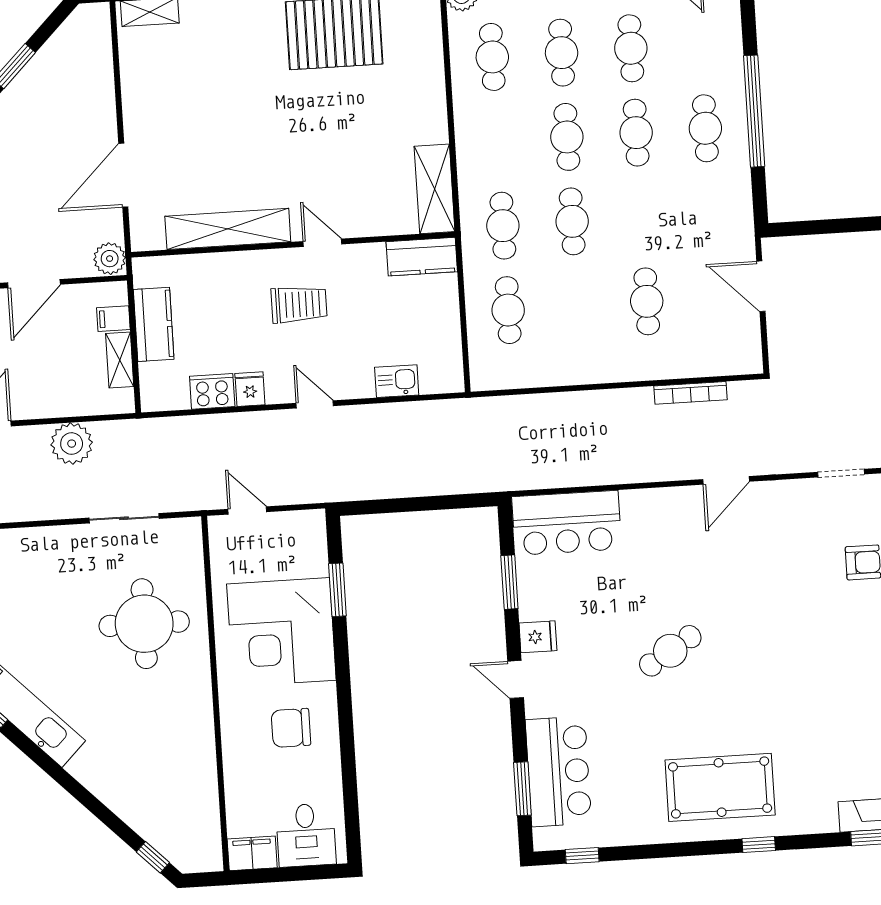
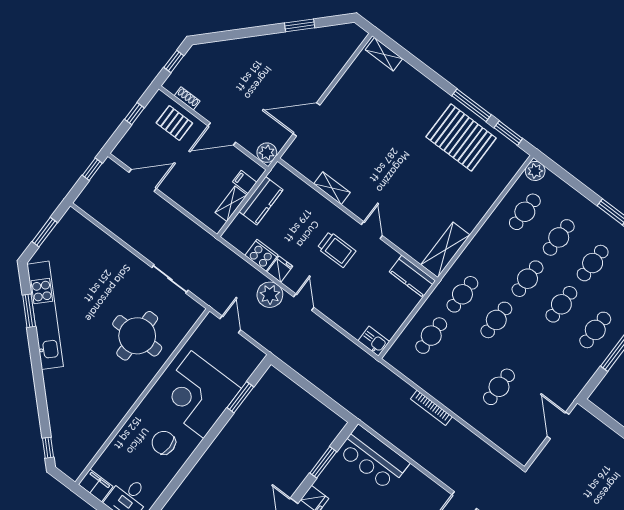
shelving: (228, 229) -> (332, 188), width x0.45, depth x0.75
kitchen sink: (397, 381) -> (374, 341), moved
bookcase: (690, 393) -> (431, 408), moved
plant: (72, 444) -> (270, 295), moved

